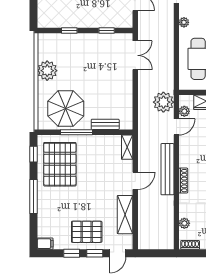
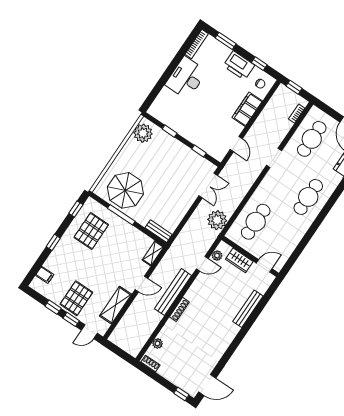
plant: (184, 22) -> (264, 186), removed
plant: (47, 71) -> (143, 133), moved
plant: (163, 102) -> (217, 220), moved
bench: (105, 124) -> (159, 231), moved
pallet: (60, 164) -> (91, 231), width x0.73, depth x0.71
window: (33, 197) -> (53, 242), width x0.46
pallet: (87, 232) -> (76, 298), turned 90
filing cabinet: (45, 244) -> (45, 275), moved

